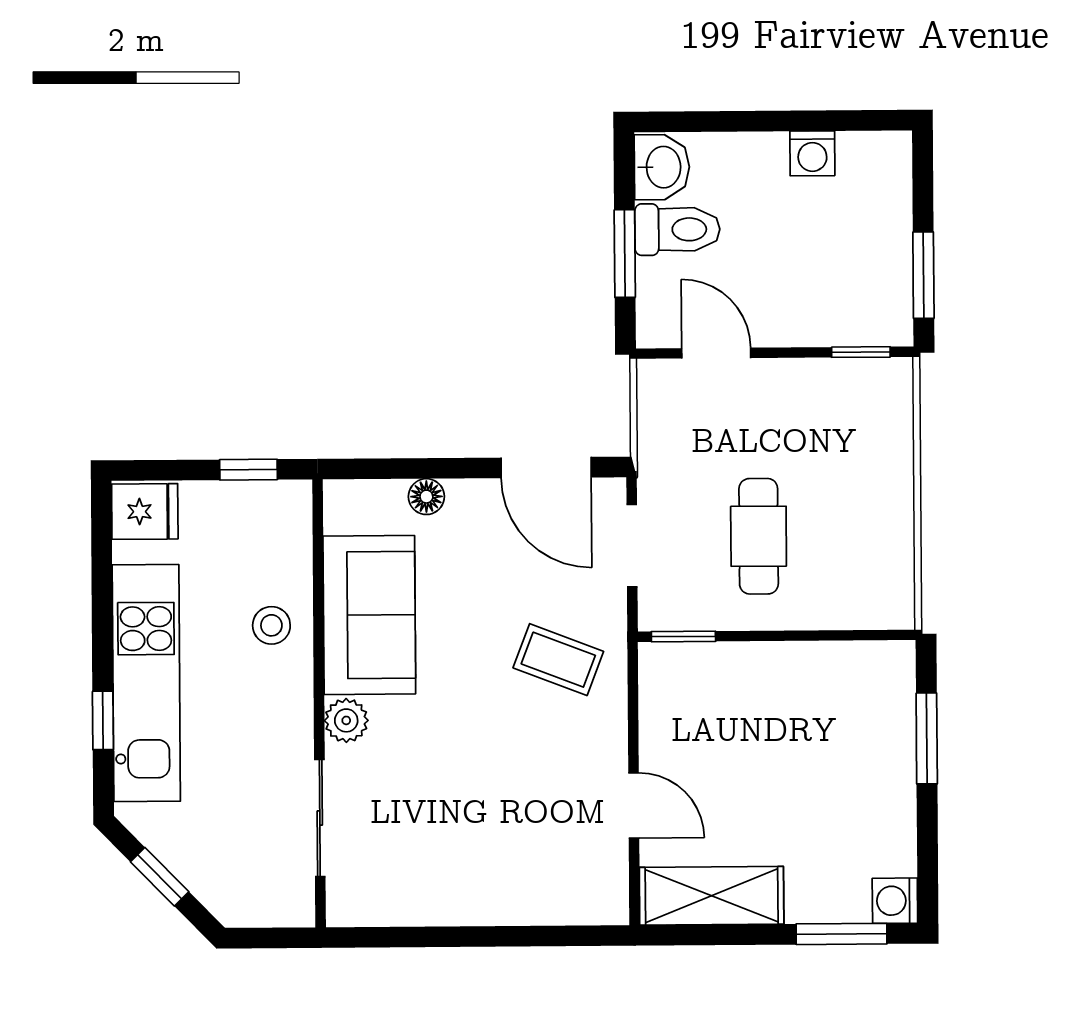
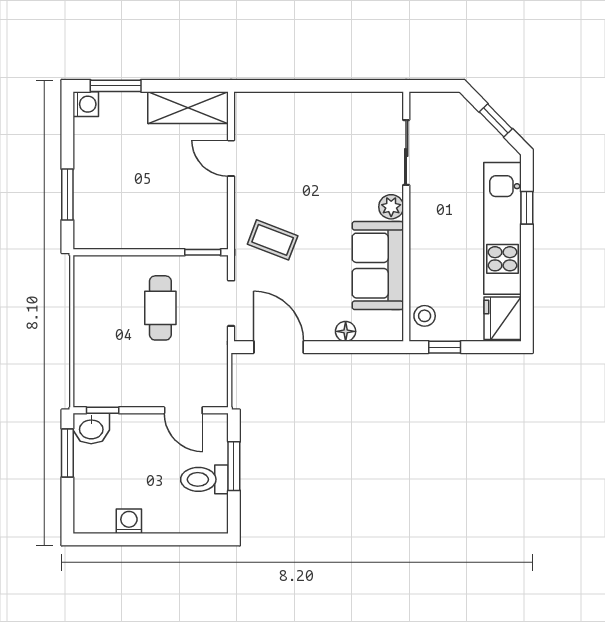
washbasin: (662, 167) -> (91, 428), moved, turned -90
fridge: (145, 512) -> (503, 318), width x1.38
stool: (271, 625) -> (425, 316), moved

